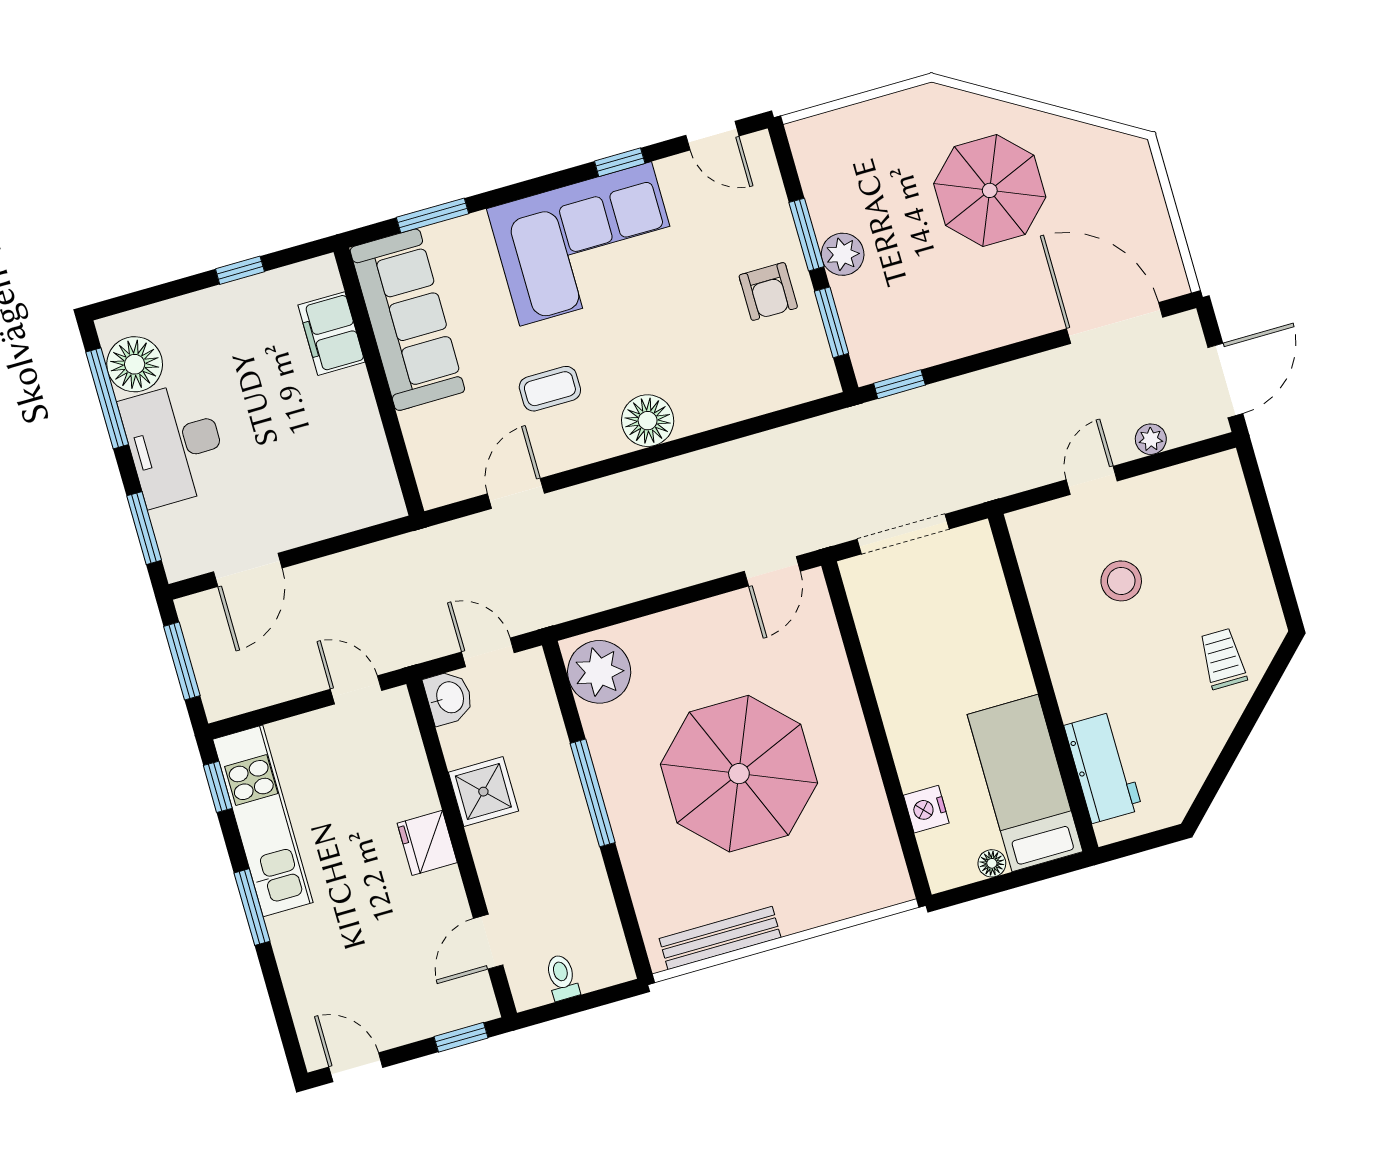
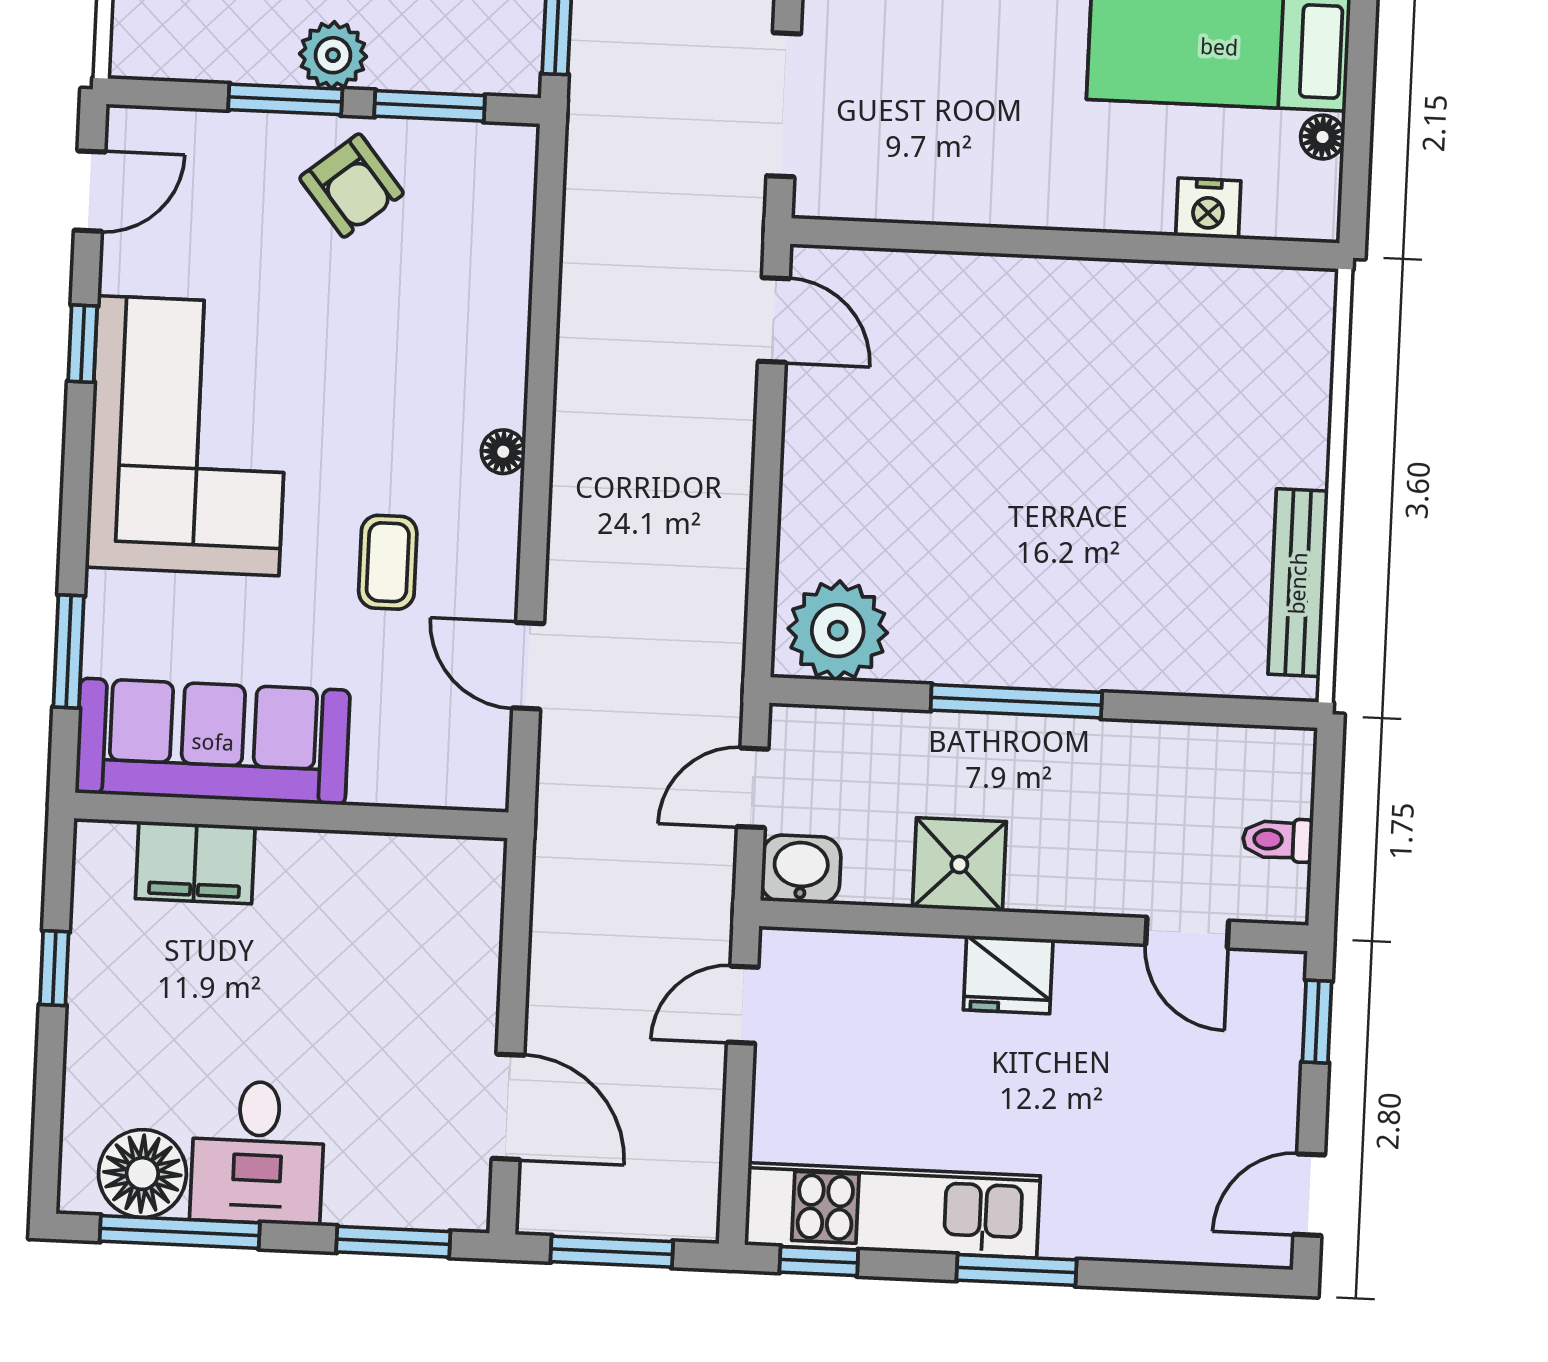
armchair: (768, 291) -> (351, 186), turned 51
floor lamp: (648, 421) -> (503, 452), width x0.53, depth x0.53
desk: (175, 444) -> (258, 1152), width x0.73
parasol: (739, 774) -> (1061, 472), removed

